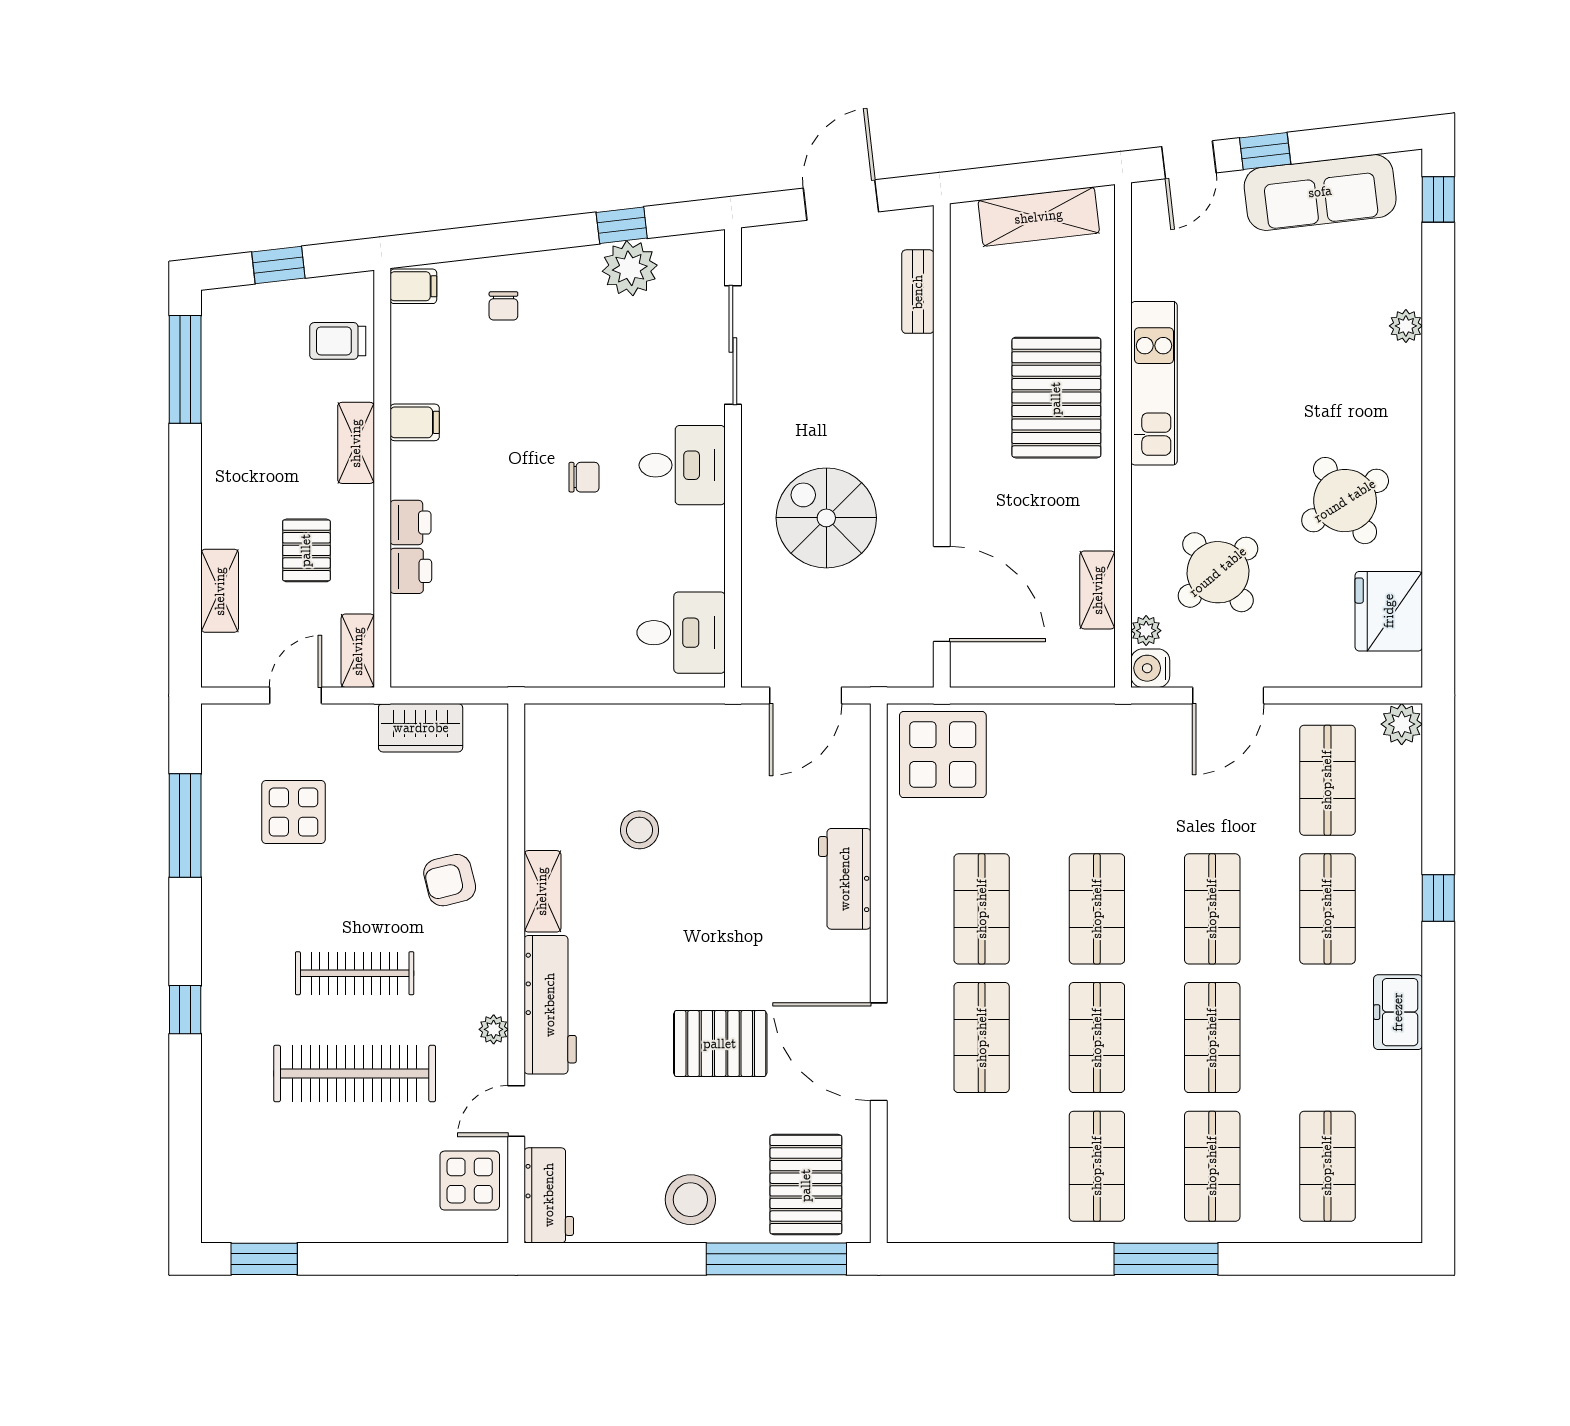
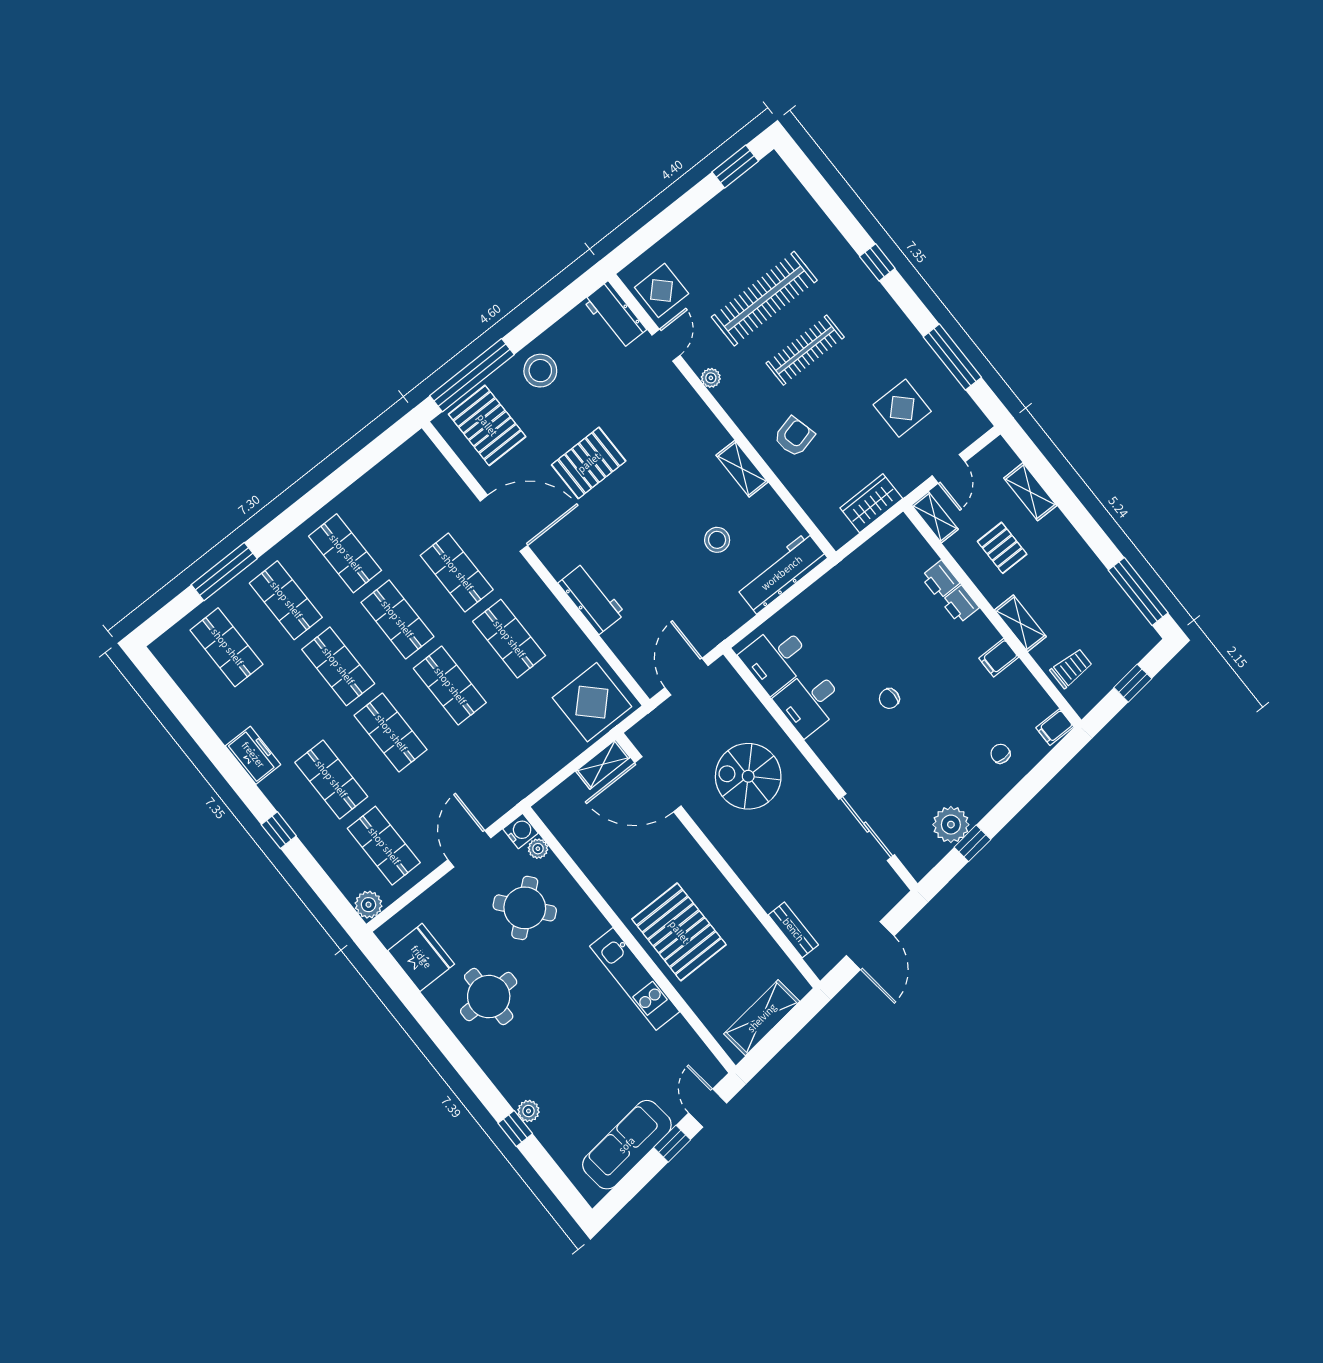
window: (1438, 199) -> (515, 1128), moved
desk: (682, 465) -> (810, 702), moved
round table: (1345, 501) -> (489, 997), turned 32
spiral stairs: (826, 518) -> (748, 776), turned 180
shelving: (1098, 590) -> (603, 764), moved, turned 90
workbench: (550, 1005) -> (782, 573), moved, turned 90
window: (1166, 1259) -> (224, 572), moved

